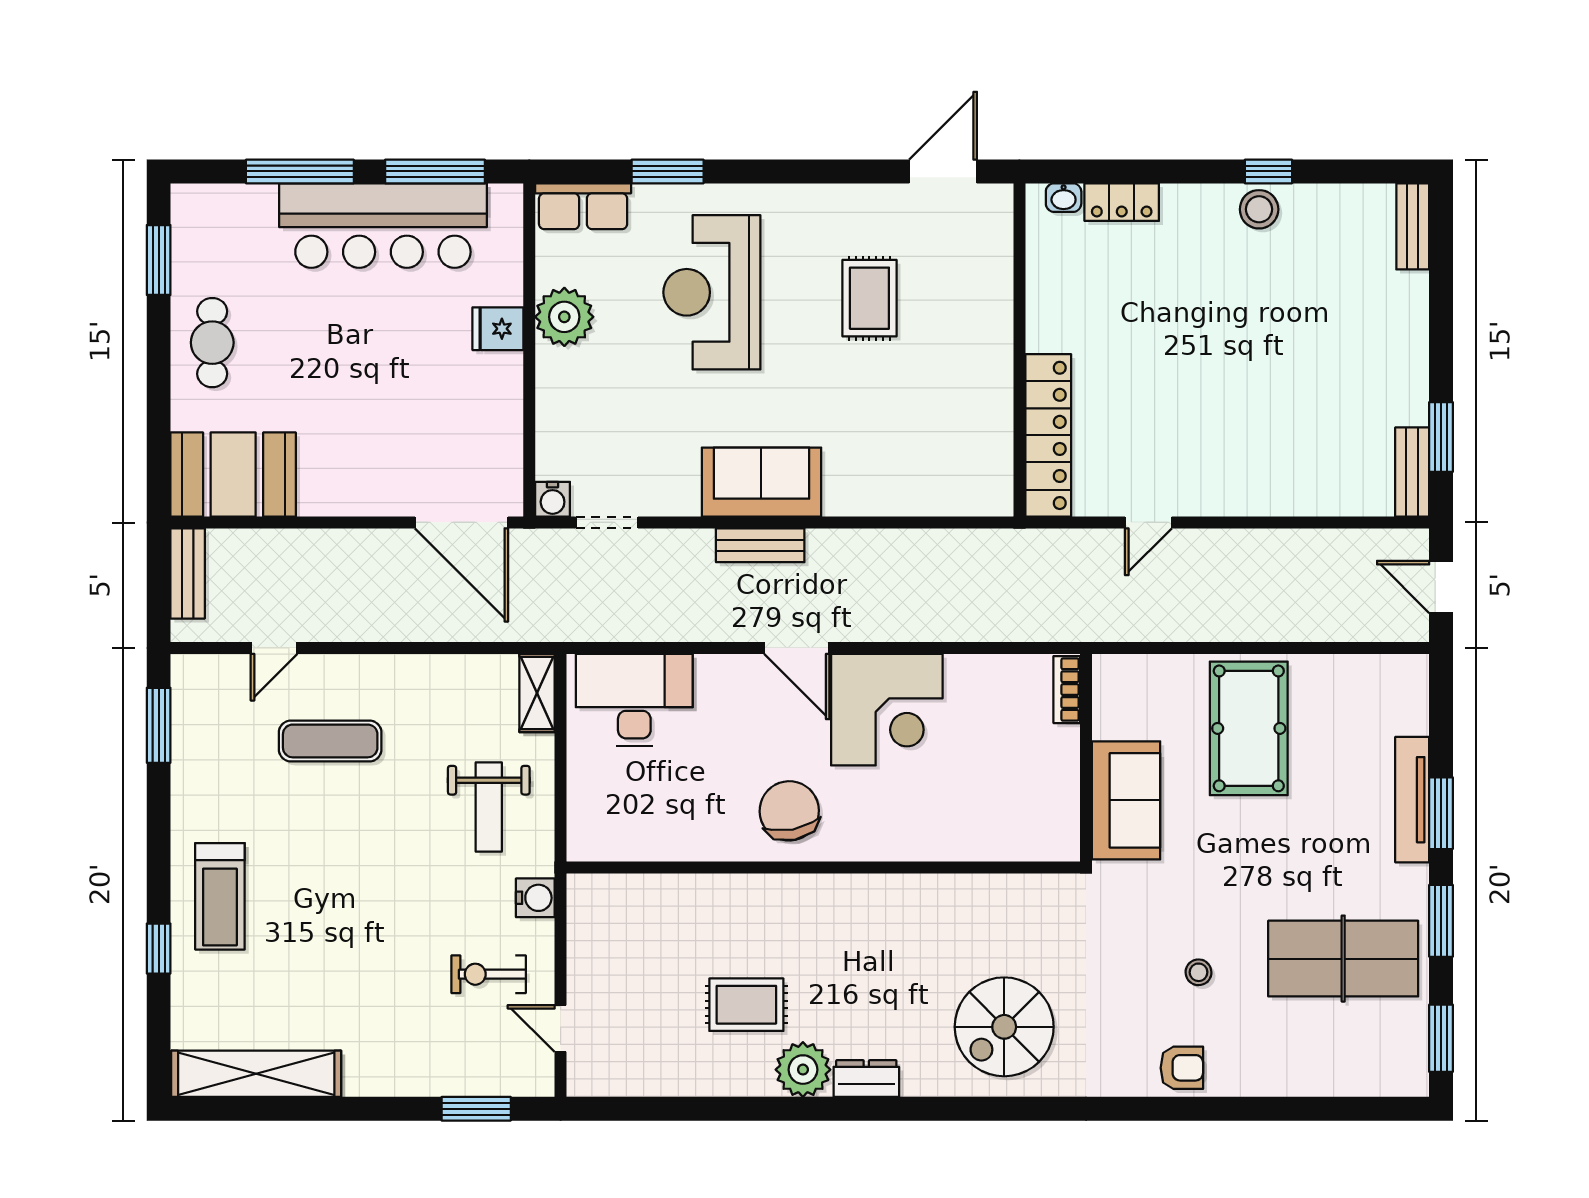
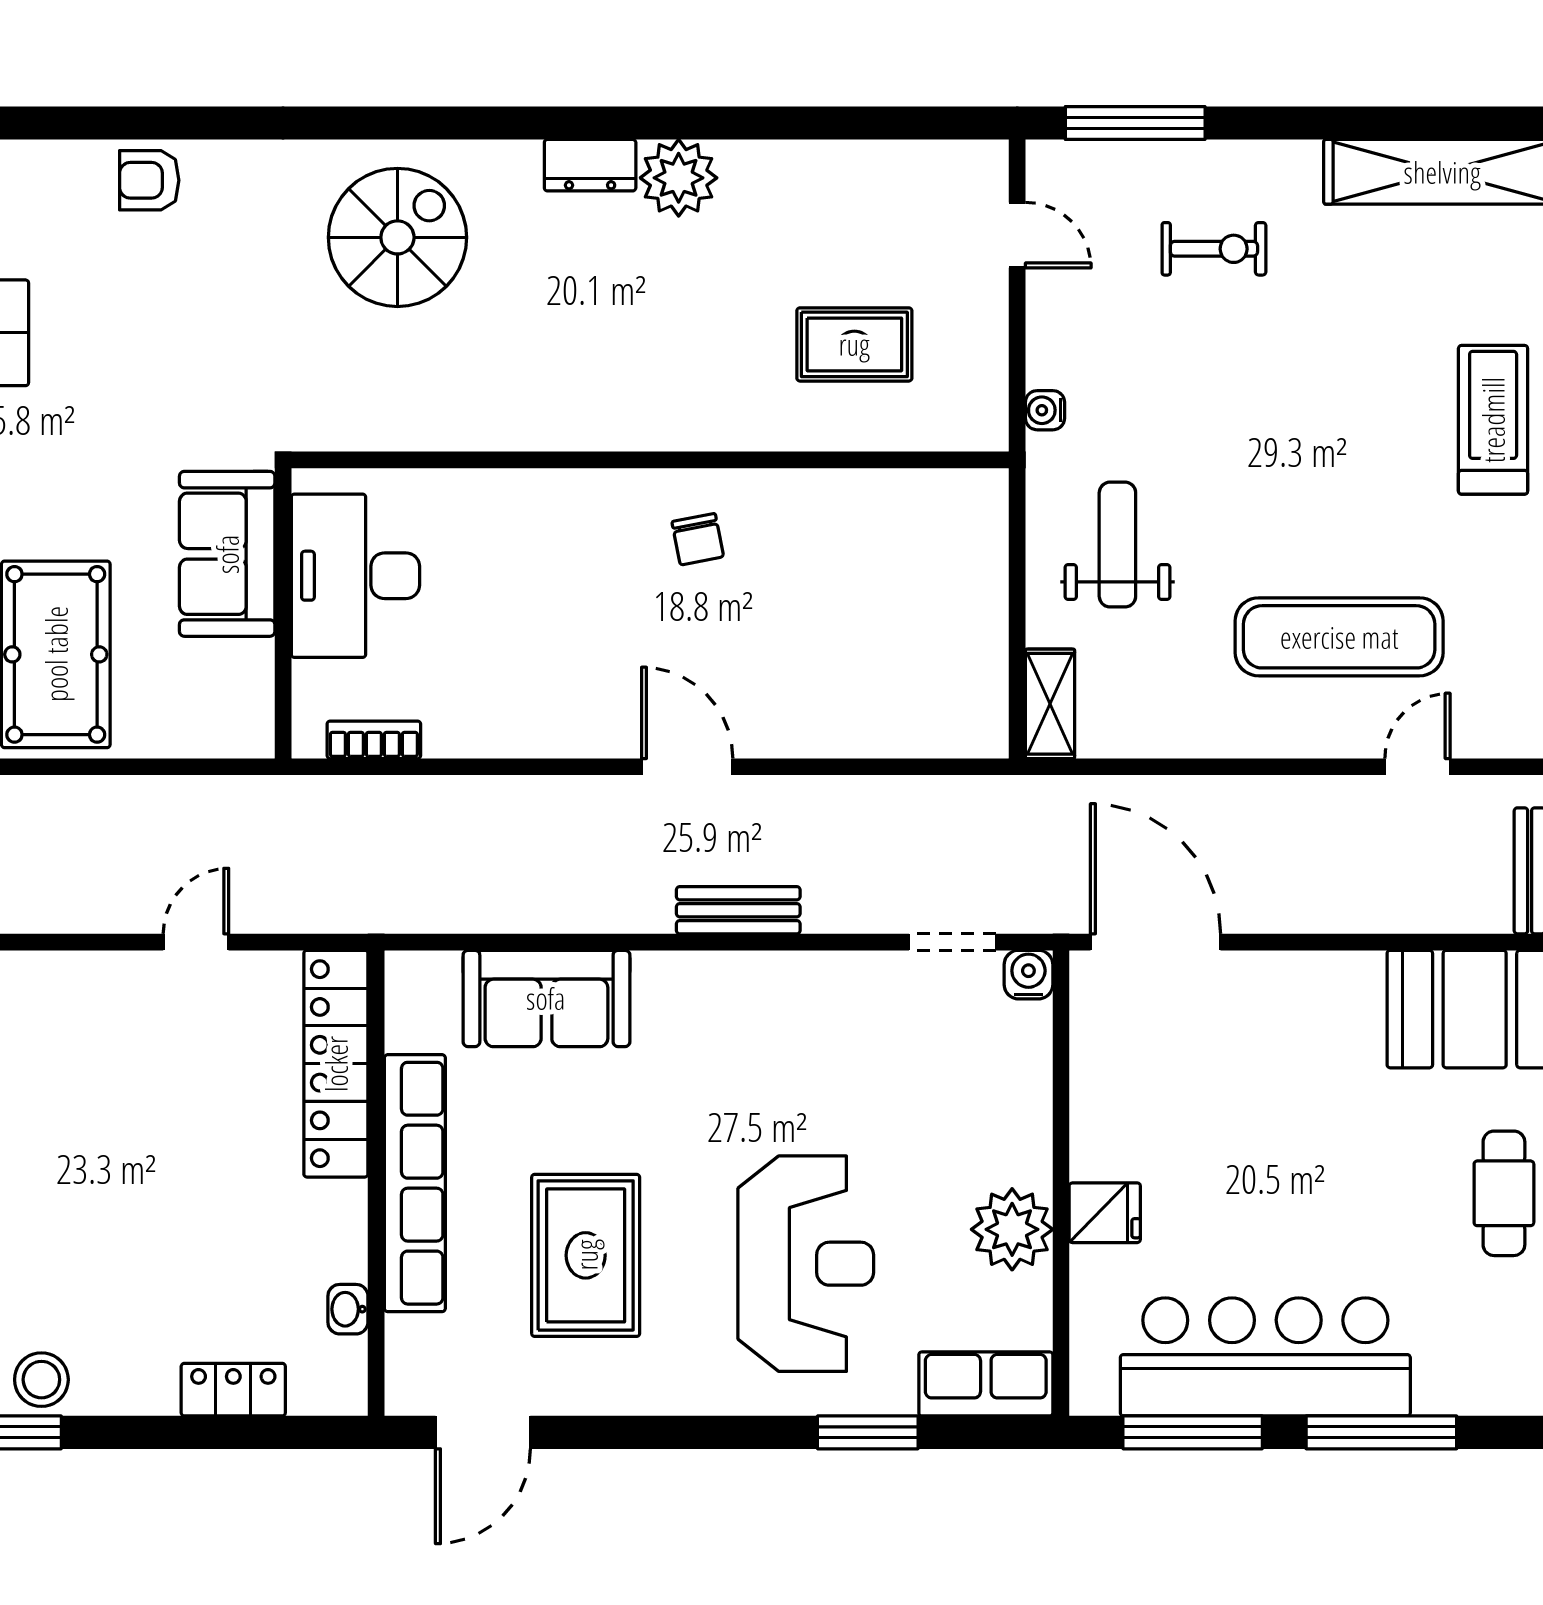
washbasin: (1064, 198) -> (348, 1309), moved, turned -90
rug: (869, 298) -> (586, 1255), width x1.36, depth x1.43
row of seats: (992, 350) -> (415, 1183), added
sofa: (761, 482) -> (546, 998), moved
bookcase: (1067, 690) -> (374, 740), moved, turned -90
desk: (634, 700) -> (355, 576), moved, turned 90
corner desk: (887, 710) -> (561, 681), removed
exercise mat: (330, 741) -> (1339, 637), width x1.36, depth x1.45
chair: (789, 811) -> (698, 539), width x0.54, depth x0.54
water cooler: (535, 898) -> (1045, 410), width x0.72, depth x0.72
stool: (1199, 972) -> (126, 314), removed
exercise bike: (489, 974) -> (1214, 249), moved
rug: (746, 1005) -> (854, 344), moved
window: (476, 1109) -> (1135, 123), width x1.44

